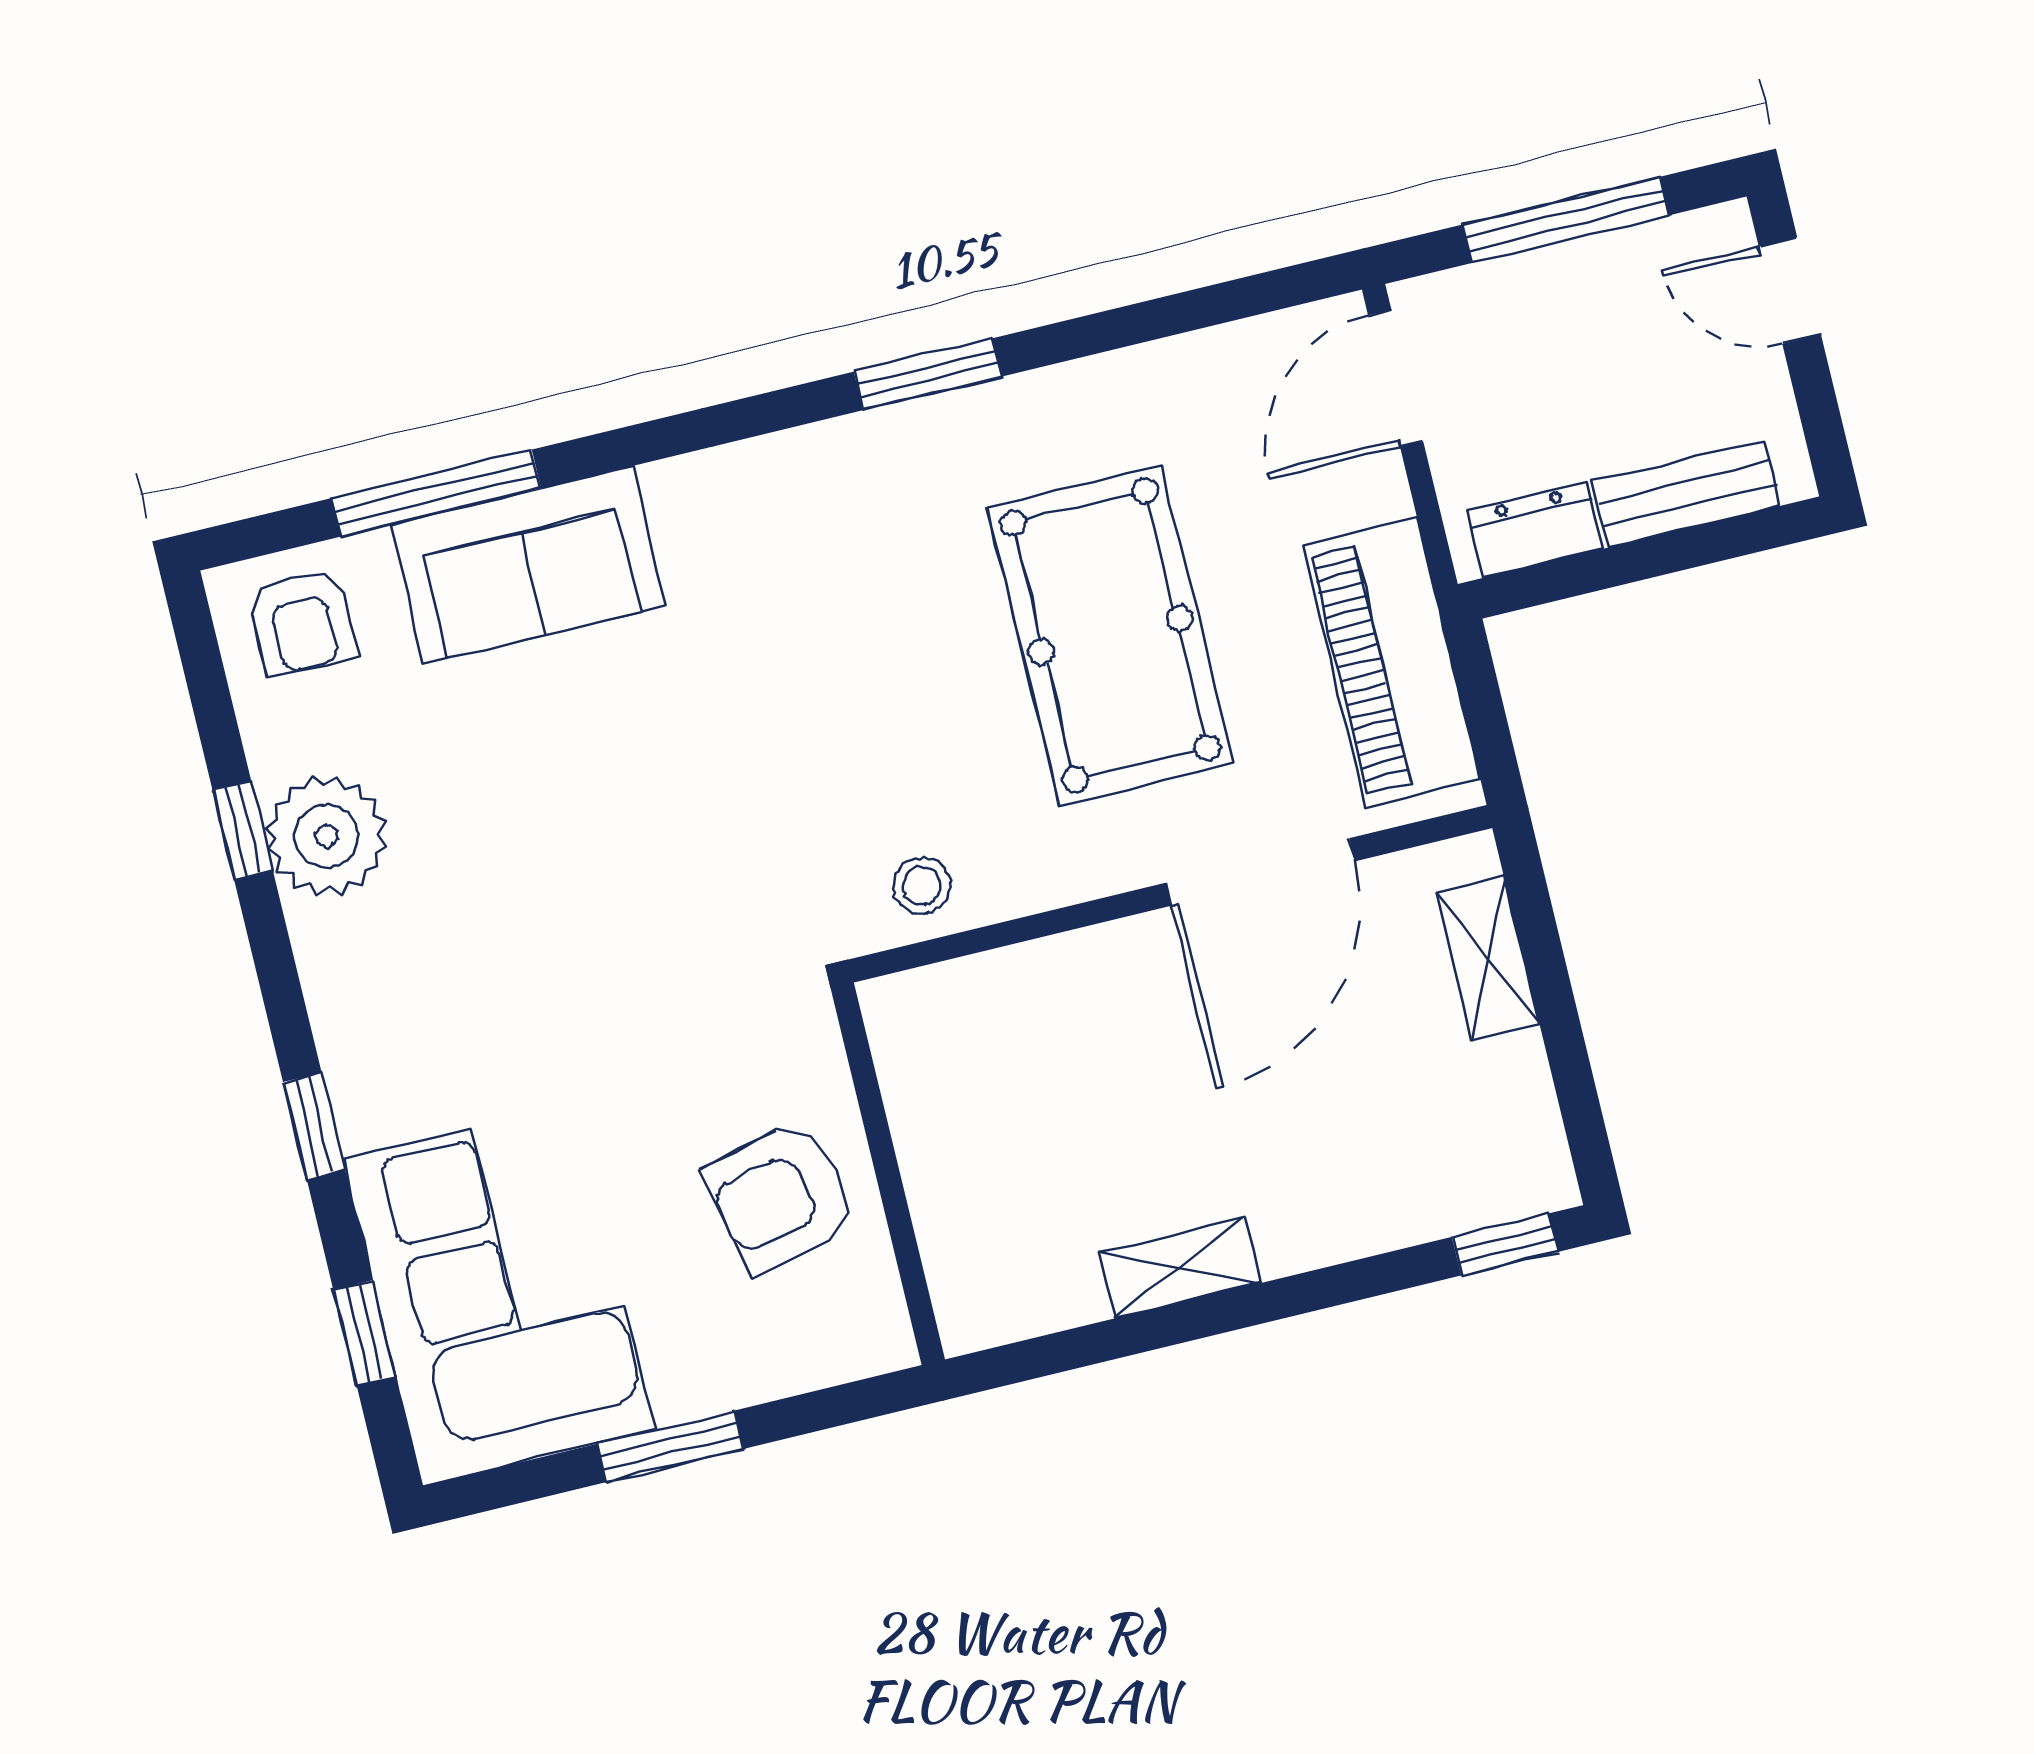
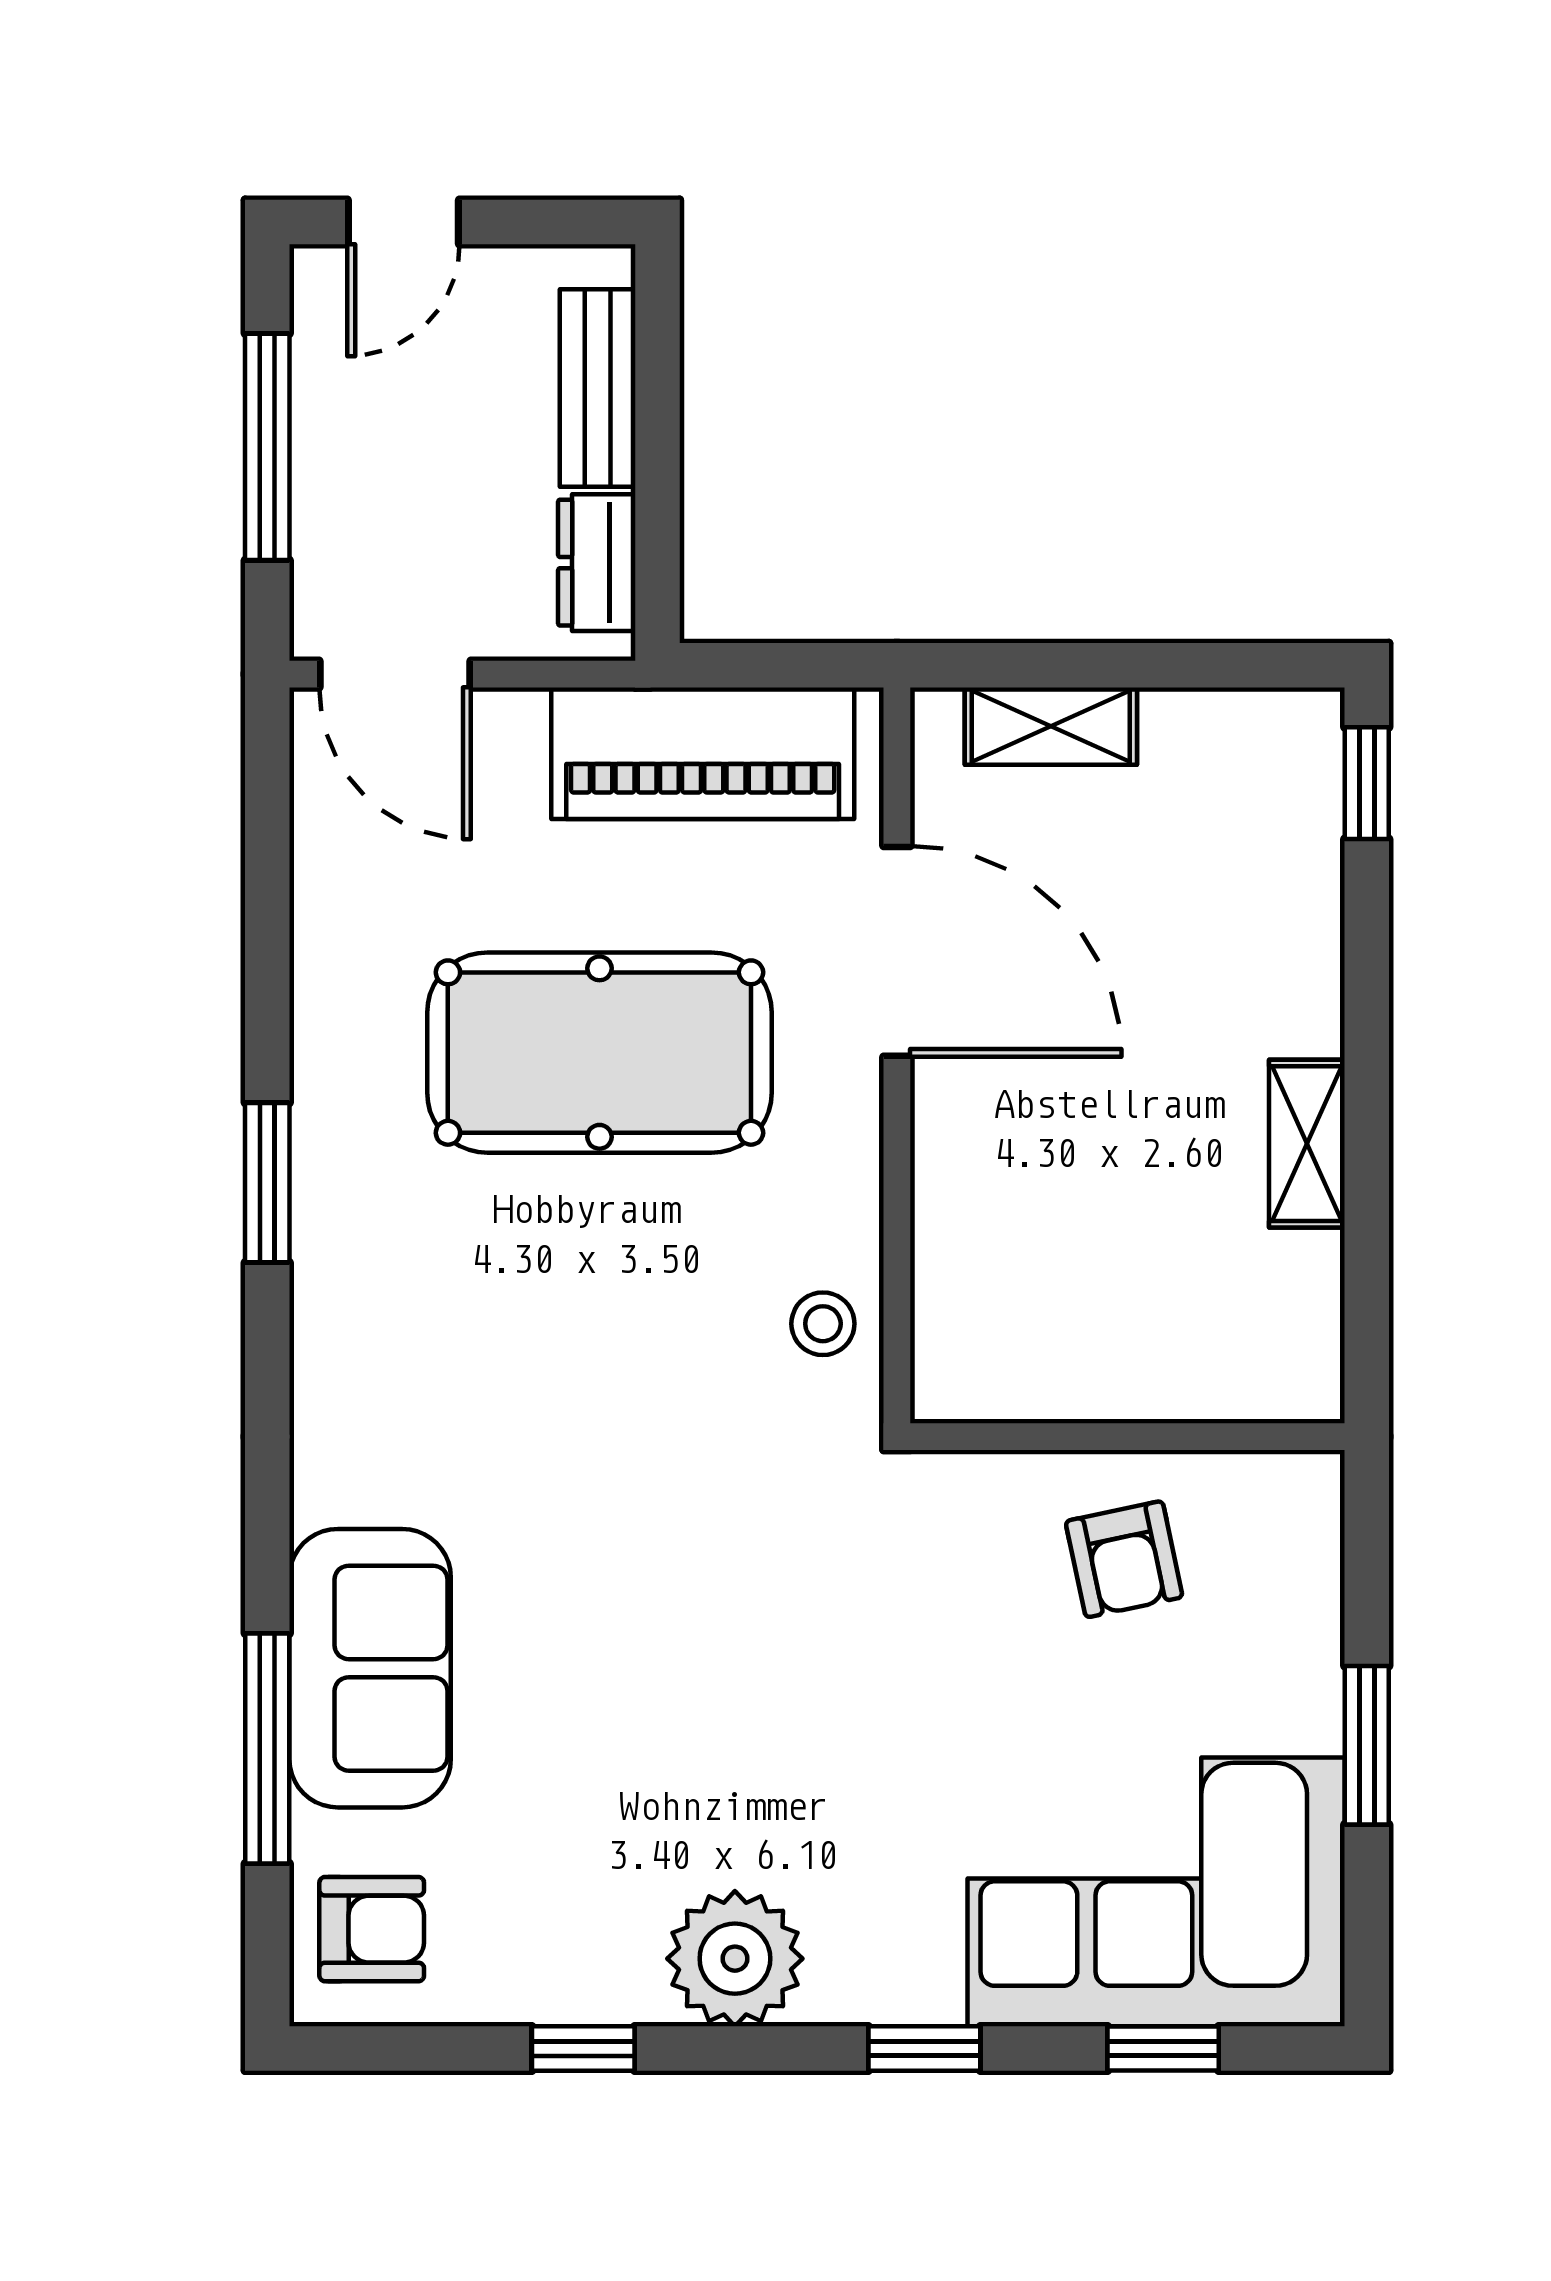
plant: (327, 836) -> (735, 1959), moved
armchair: (781, 1197) -> (1124, 1559), width x0.72, depth x0.72

